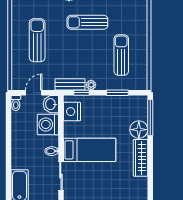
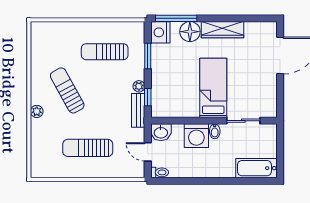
sun lounger: (87, 22) -> (67, 90), turned 151
nightstand: (72, 112) -> (160, 32), moved, turned 90
washing machine: (48, 124) -> (196, 136), moved

